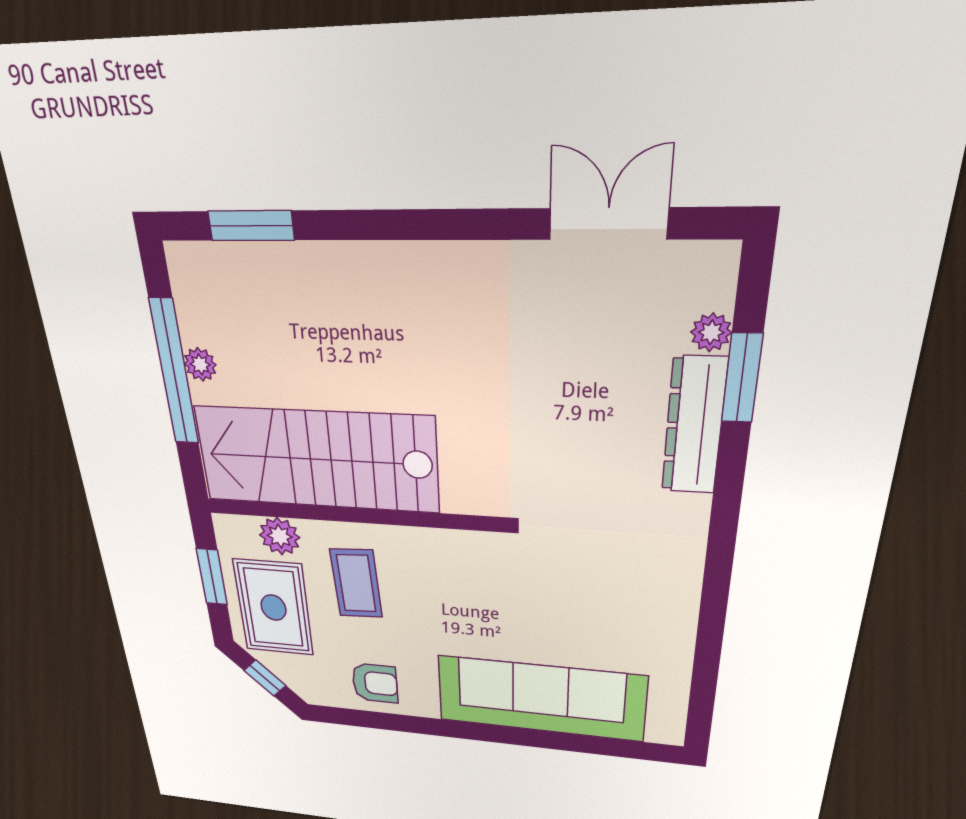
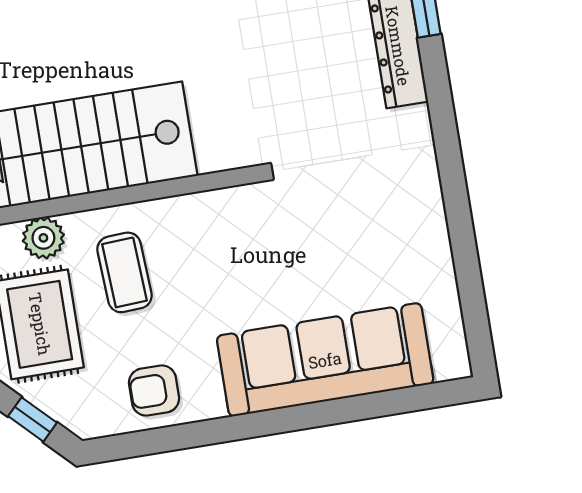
armchair: (375, 683) -> (154, 391), turned 180

